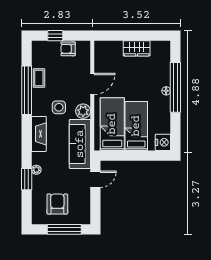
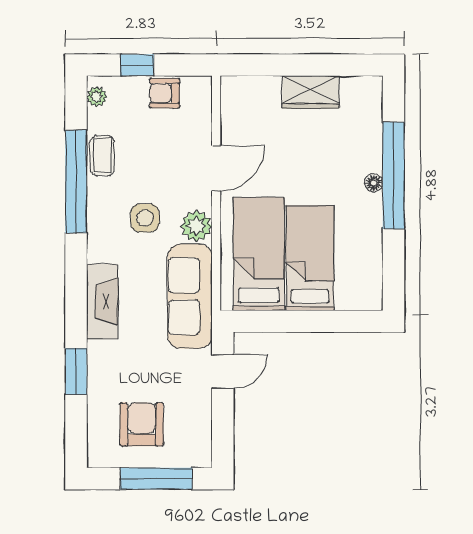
fireplace: (39, 134) -> (102, 301), moved
nightstand: (163, 142) -> (367, 293), removed
plant: (36, 170) -> (97, 97), moved

